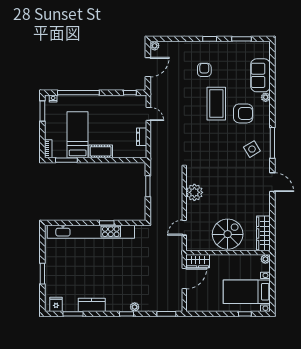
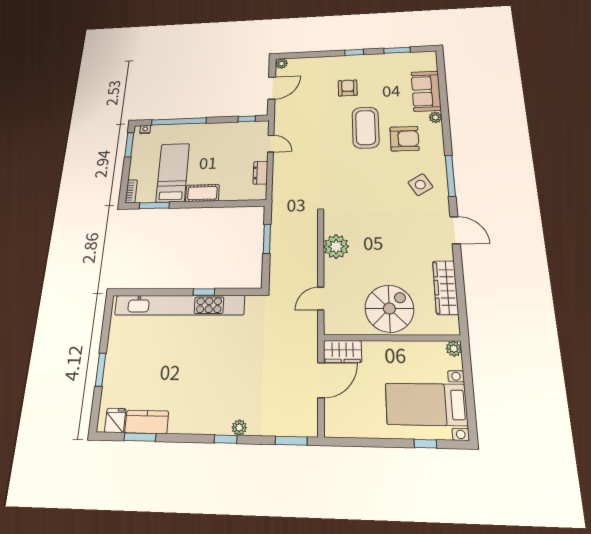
wardrobe: (263, 233) -> (446, 287), moved
kitchen counter: (92, 305) -> (147, 422), moved

